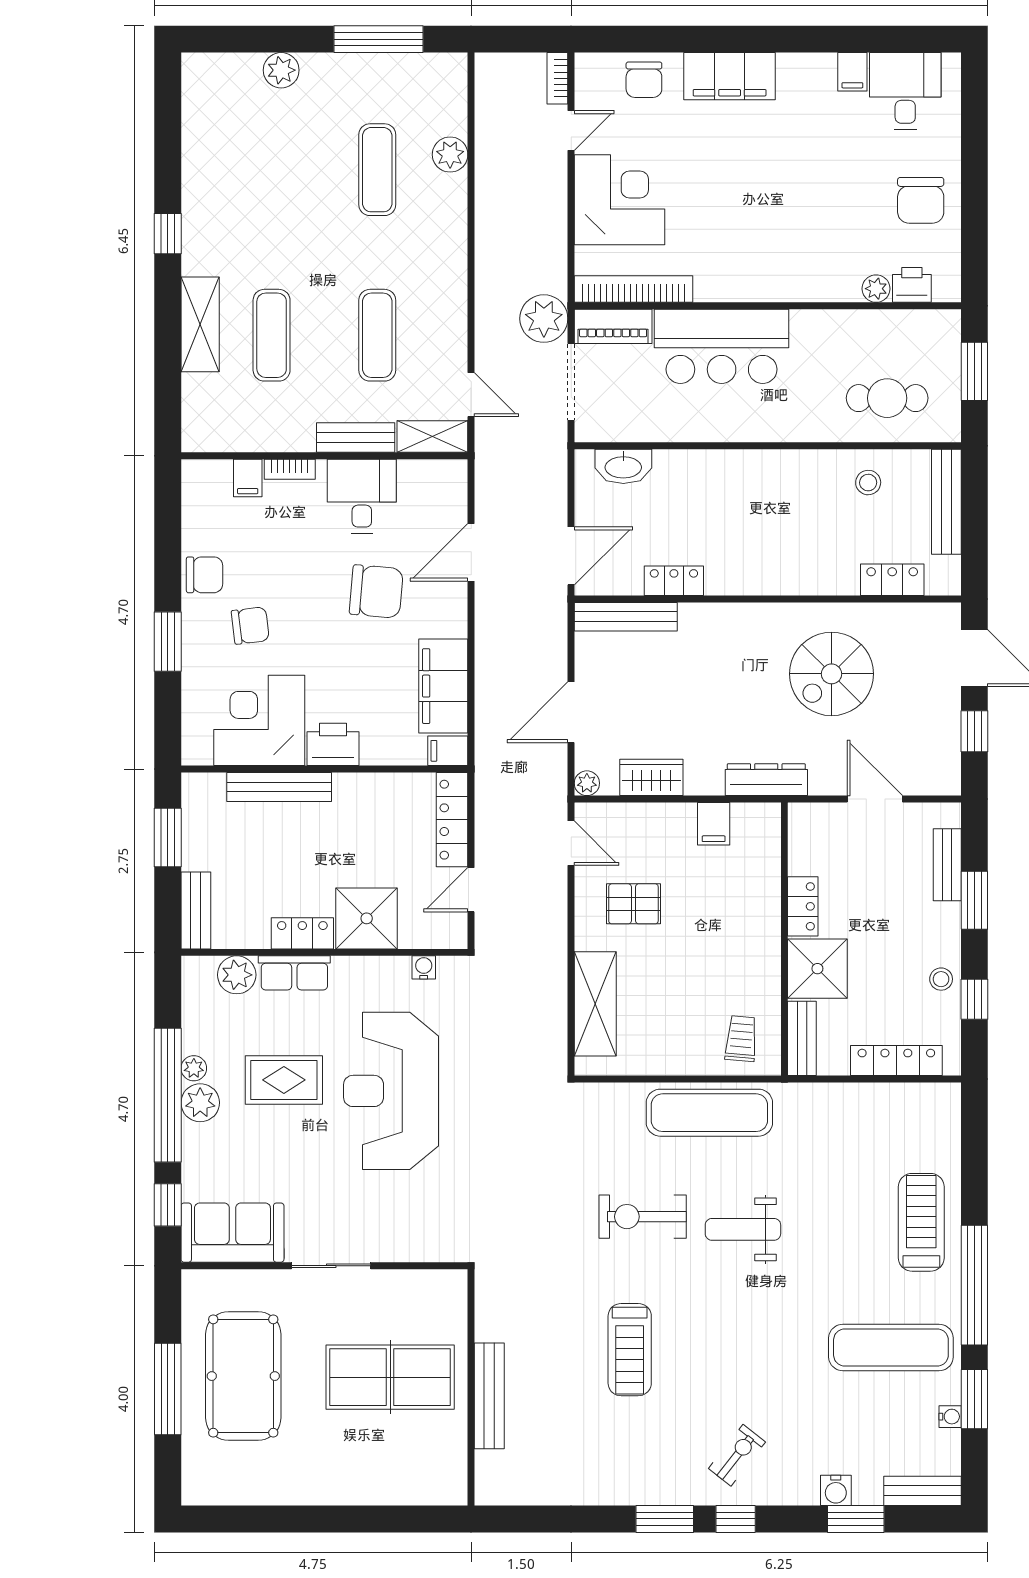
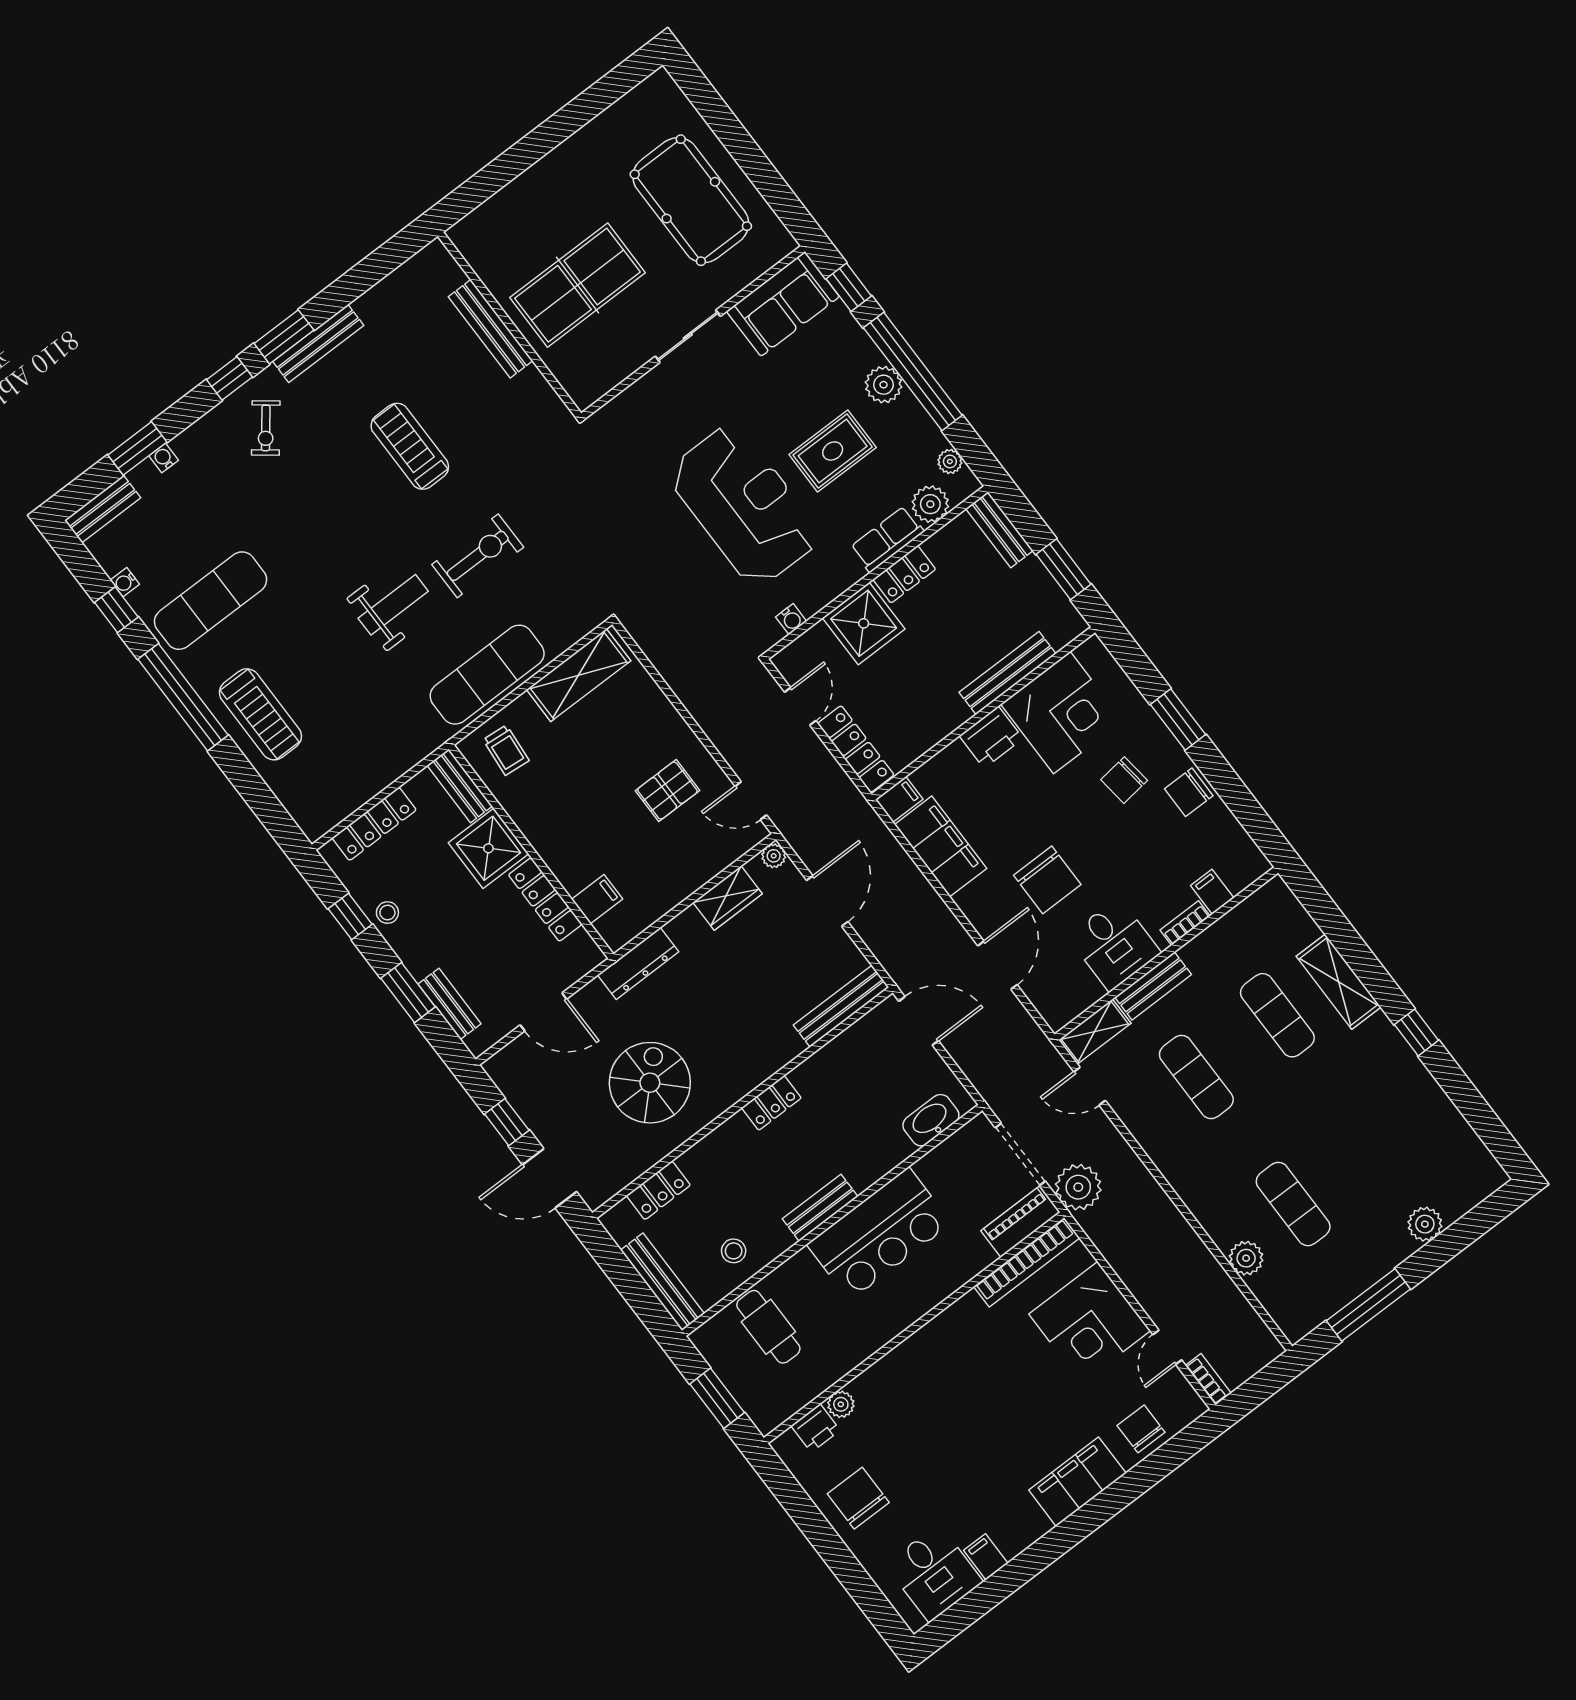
bar counter: (722, 346) -> (879, 1234), moved, turned 180
cafe table: (887, 398) -> (768, 1327), turned 90
bench: (770, 464) -> (820, 1208), added
door: (571, 556) -> (919, 1021), swing flipped
locker: (674, 581) -> (771, 1103), moved
chair: (376, 591) -> (1047, 880), turned -95
filing cabinet: (714, 824) -> (597, 899), moved, turned 90
locker: (803, 906) -> (545, 900), width x1.53
shelving: (595, 1004) -> (579, 675), moved, turned 90
plant: (194, 1068) -> (950, 461), moved
window: (168, 1389) -> (741, 146), removed
window: (974, 1399) -> (116, 610), width x0.67
water cooler: (836, 1490) -> (164, 458), width x0.72, depth x0.72
bench: (641, 1492) -> (318, 343), added

